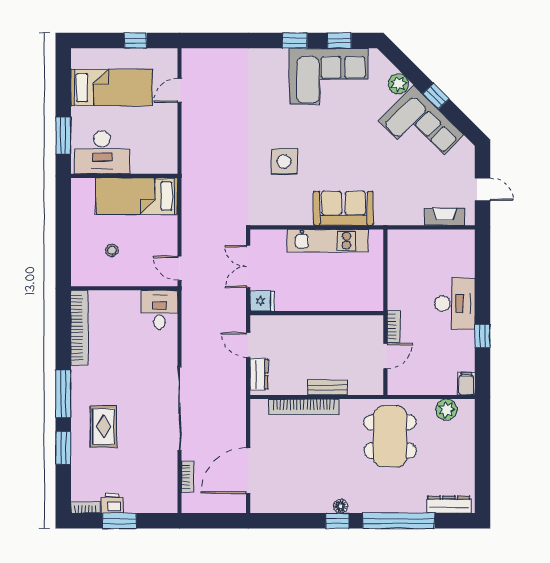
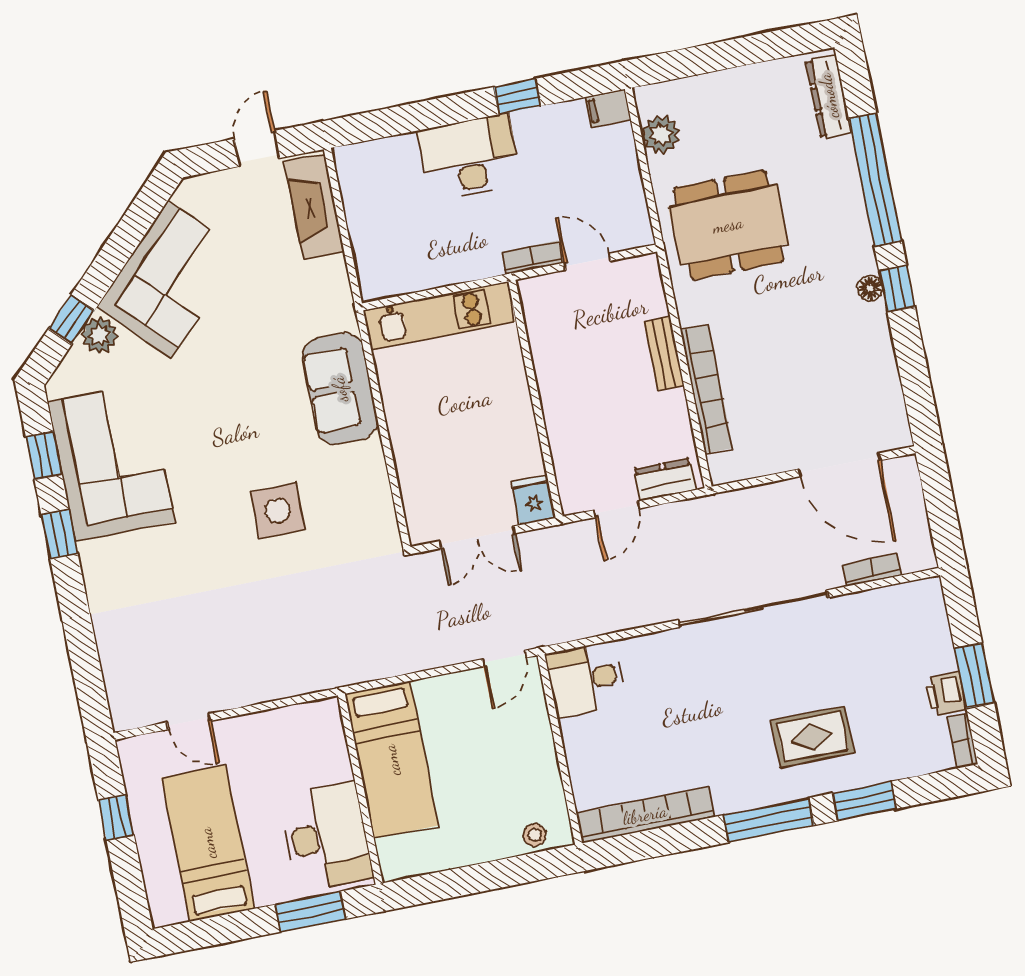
window: (436, 96) -> (72, 319), moved
fireplace: (445, 217) -> (314, 207), width x1.37, depth x1.32
kitchen unit: (328, 241) -> (439, 316), moved, turned 90
stool: (112, 250) -> (535, 835), moved

